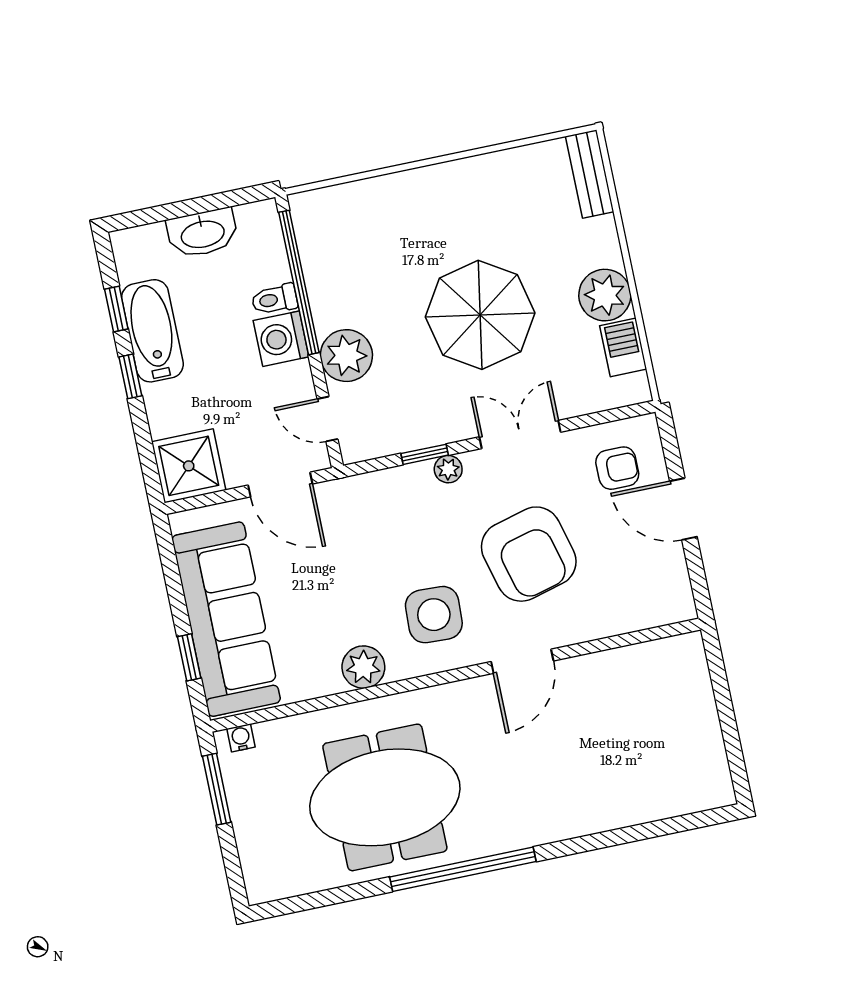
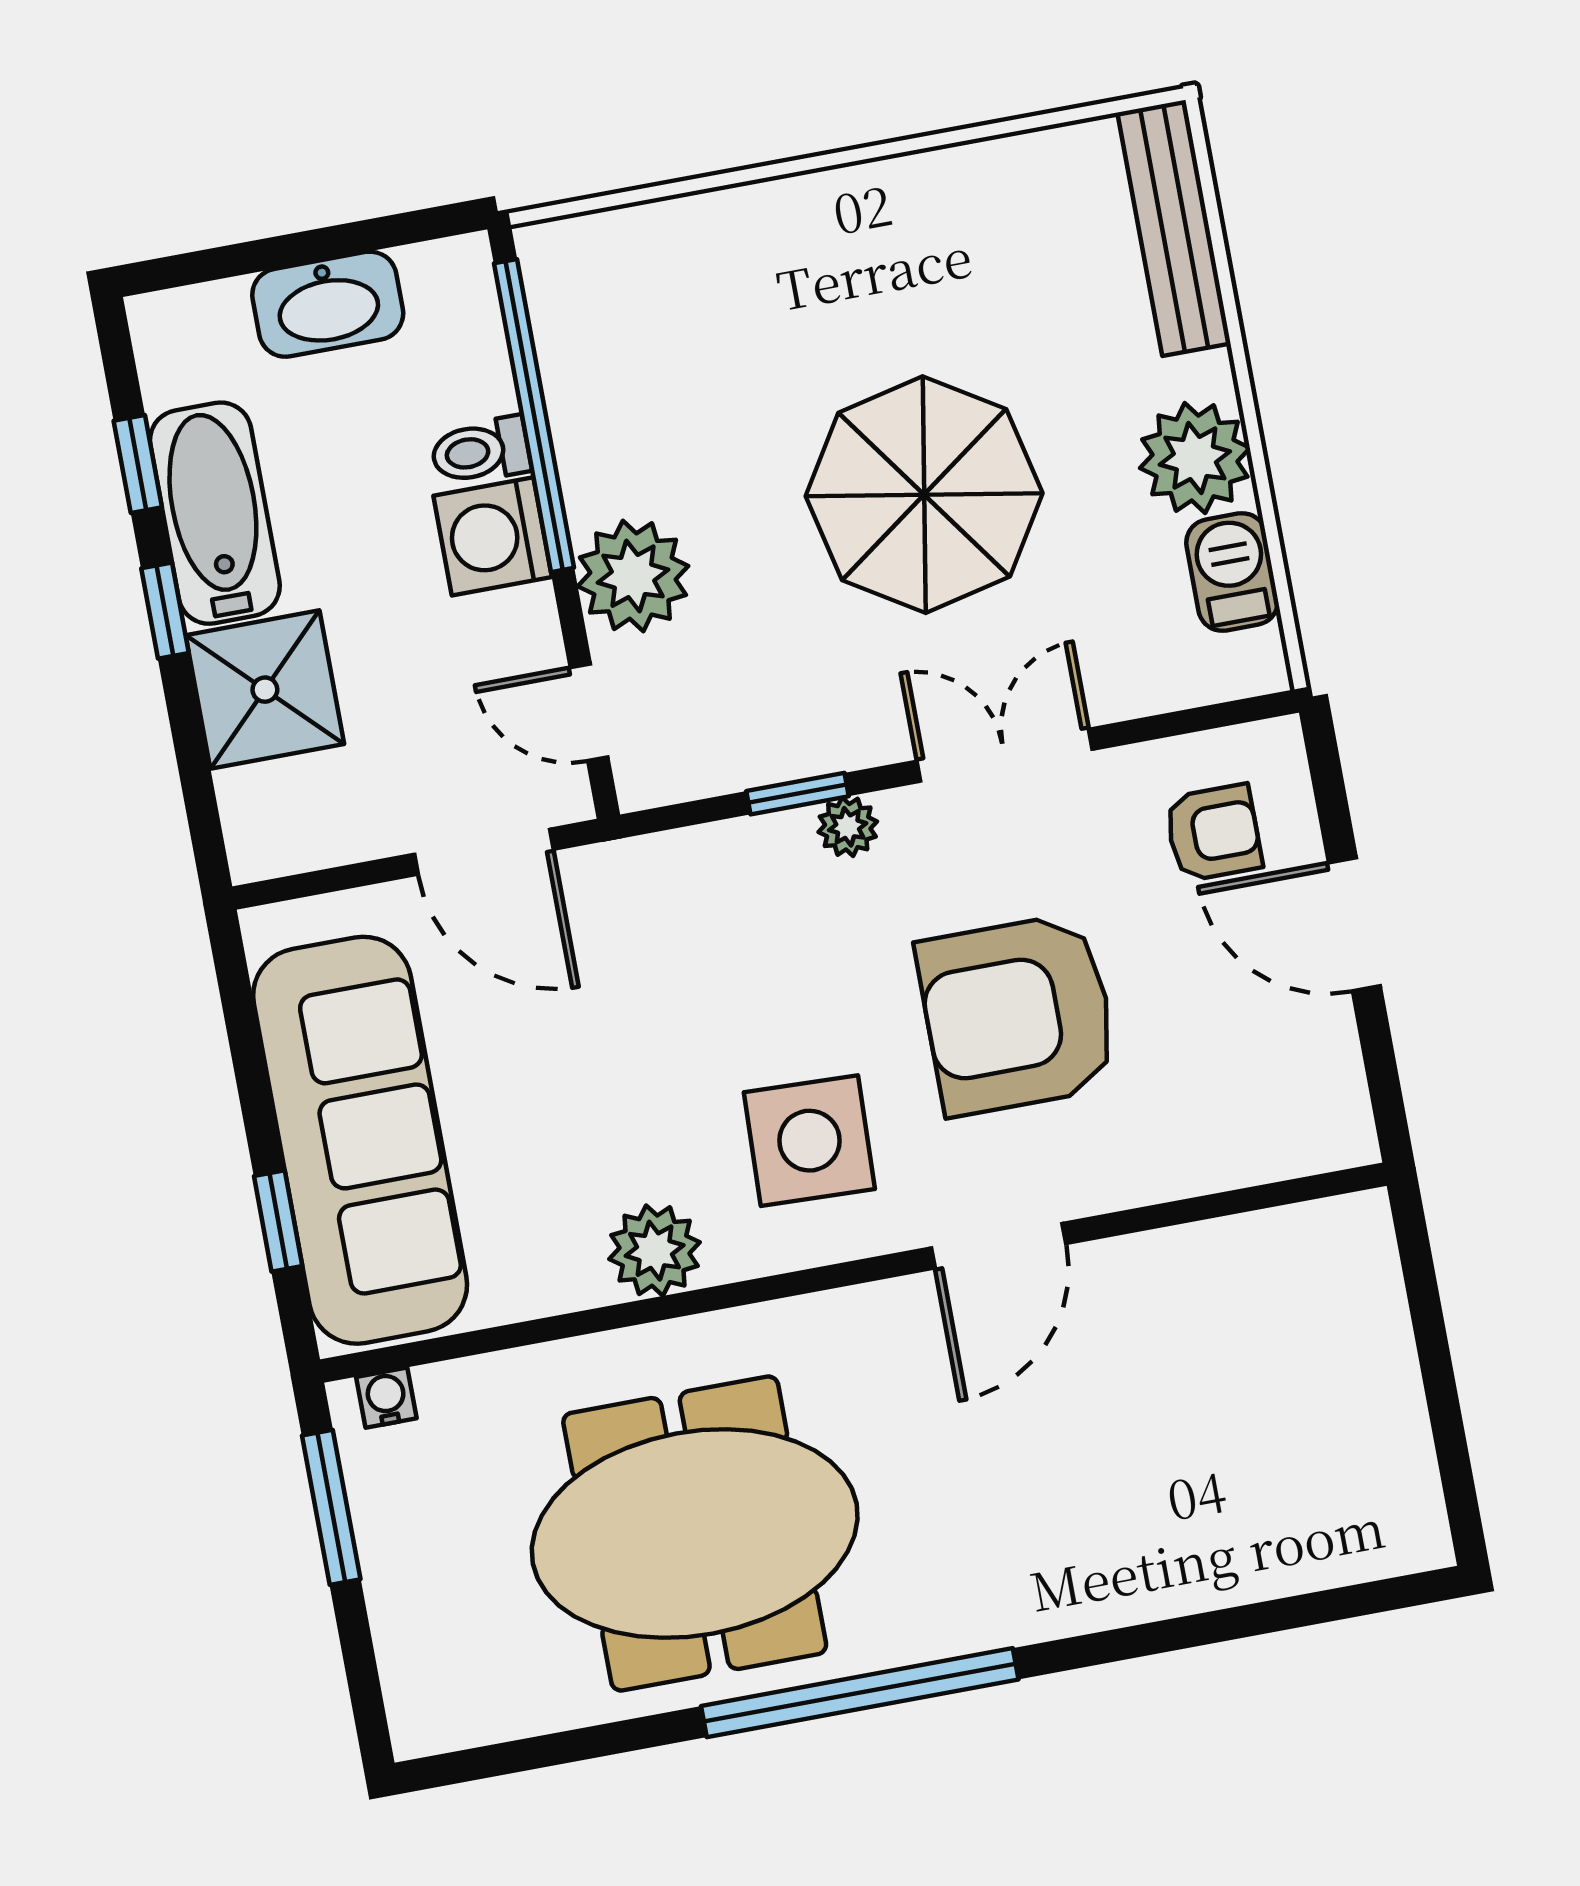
bench: (590, 174) -> (1174, 228), width x1.36
shower: (189, 466) -> (265, 690), moved
armchair: (529, 554) -> (1018, 1014), turned 105

